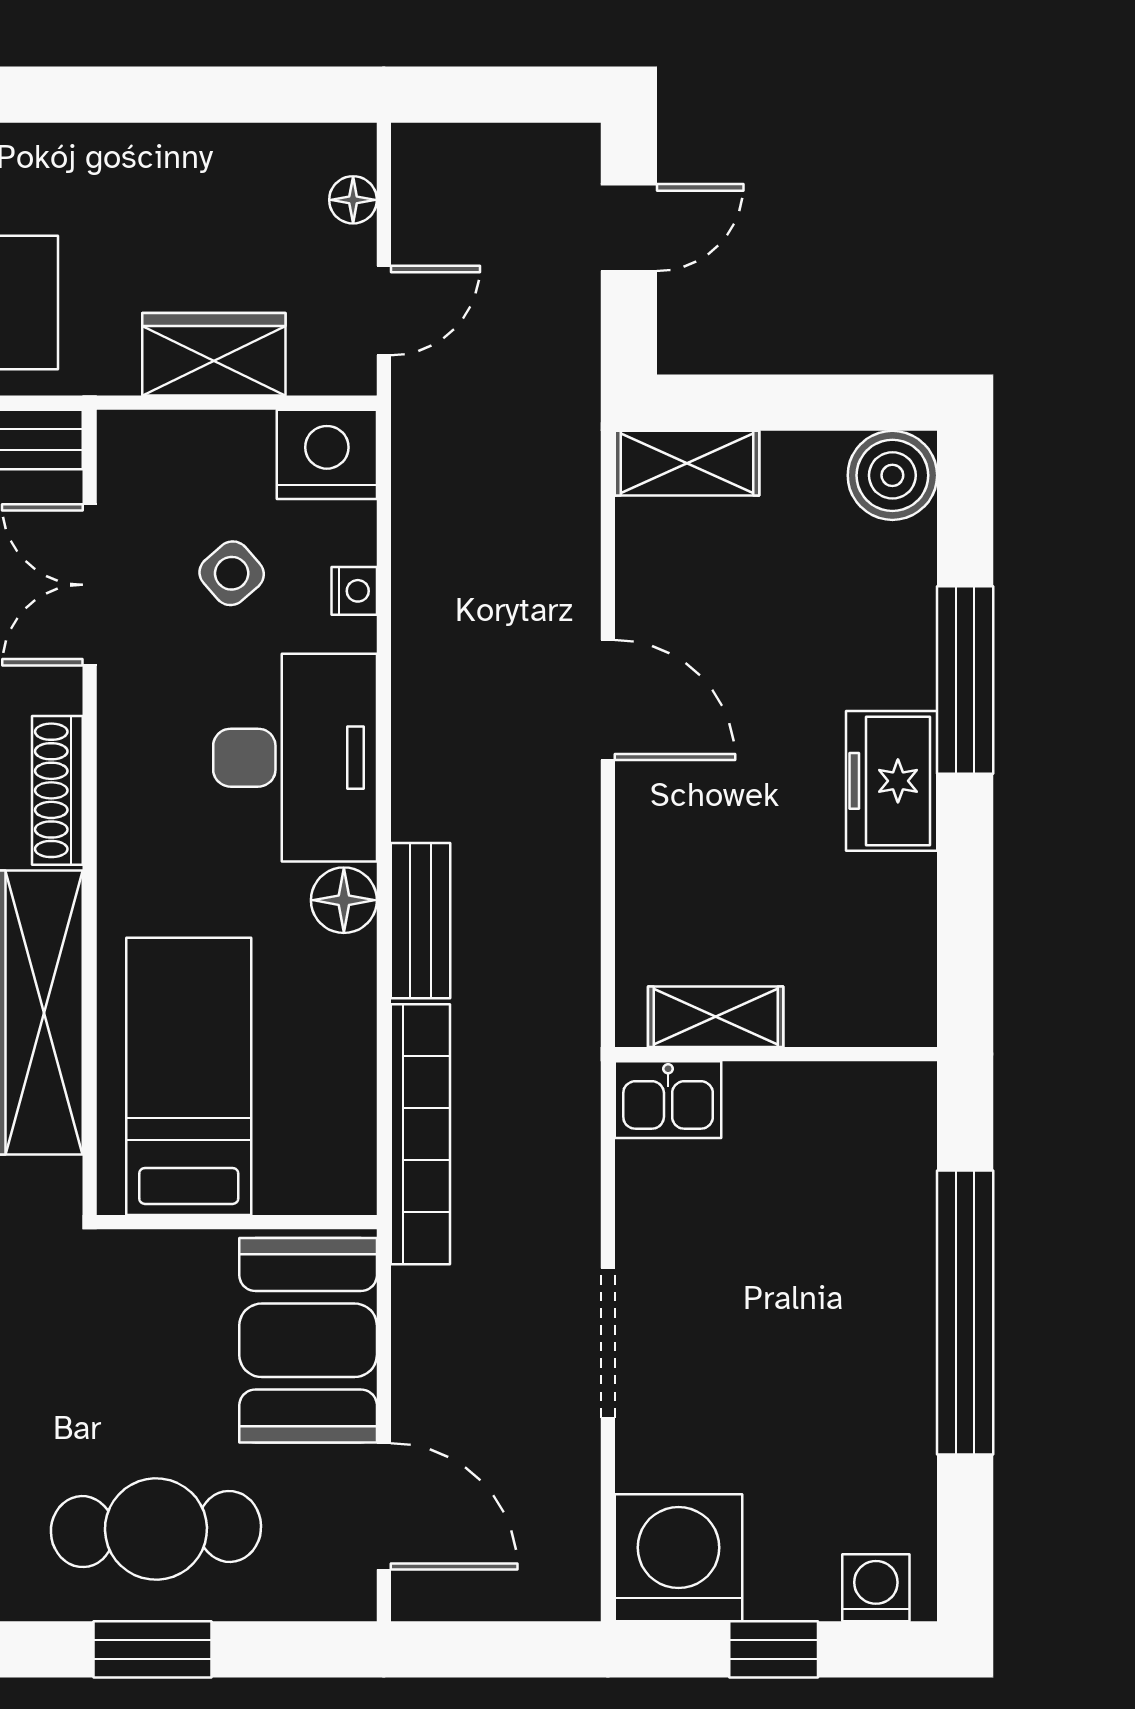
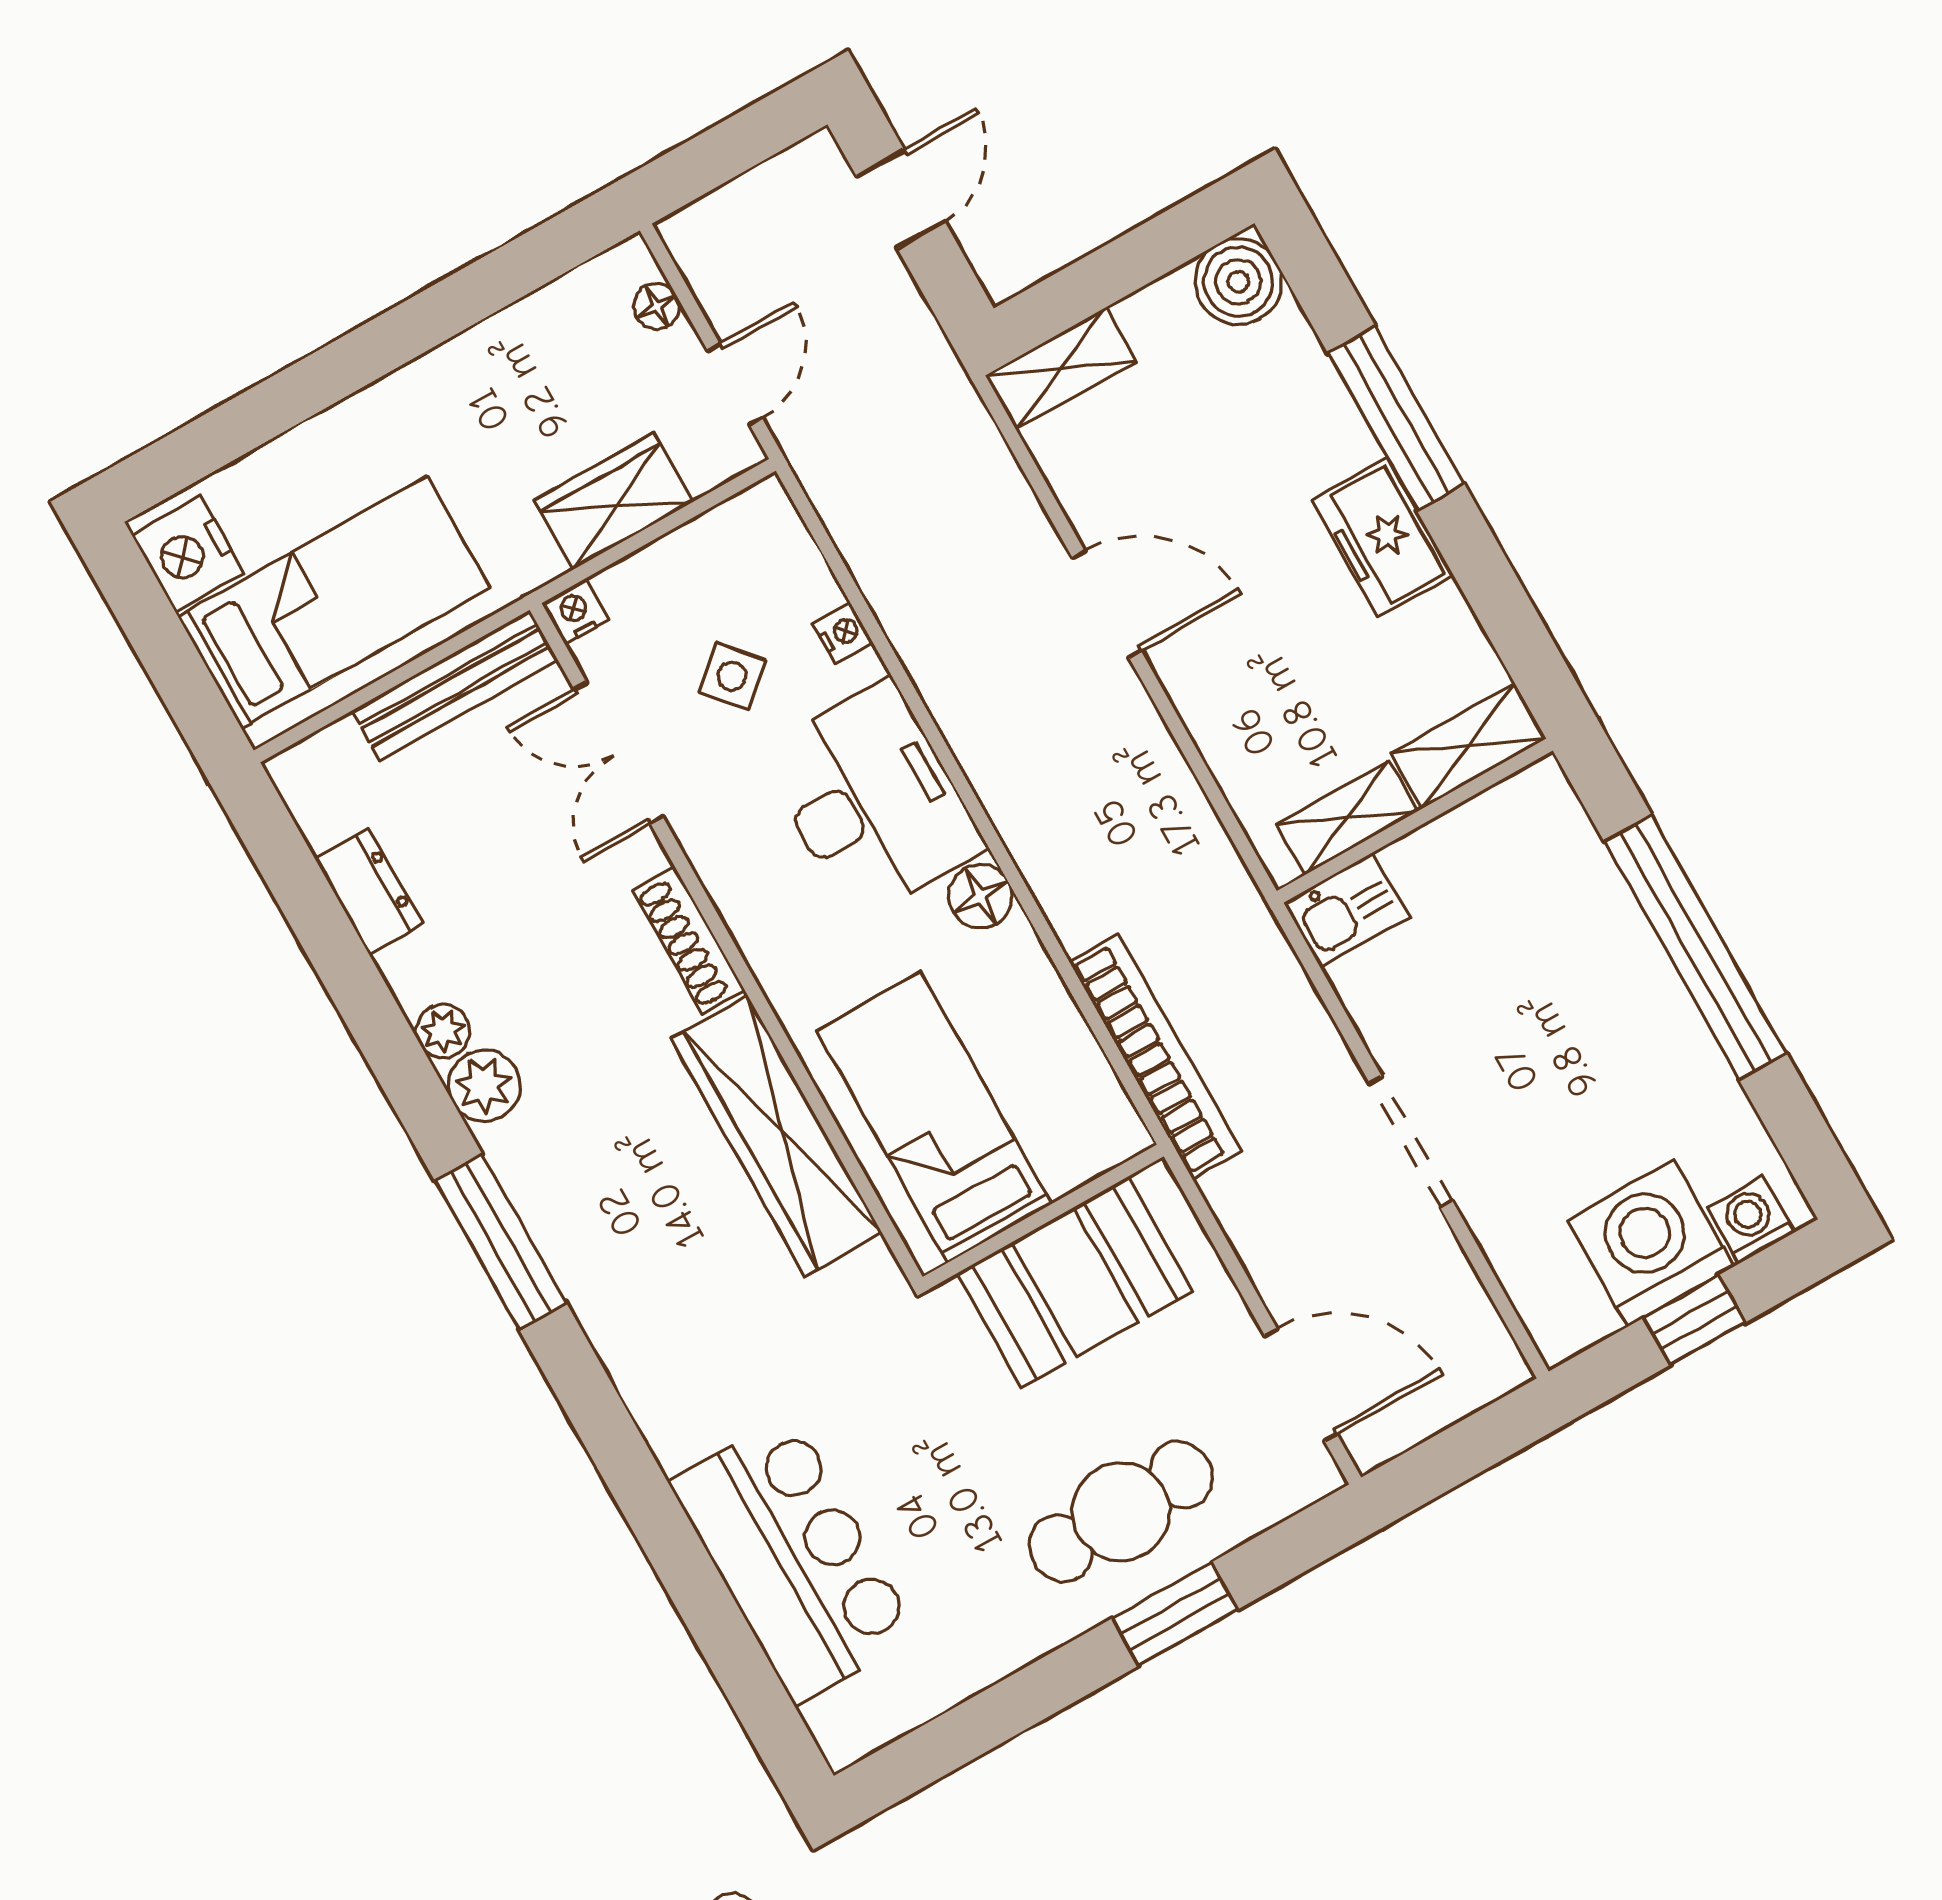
nightstand: (327, 454) -> (575, 612), moved, width x0.53, depth x0.56
bench: (420, 921) -> (1054, 877), removed
shelving: (863, 1014) -> (1468, 746), added
booth: (308, 1340) -> (1075, 1282), moved, turned 90
washing machine: (678, 1558) -> (1651, 1243), moved

